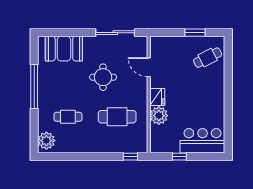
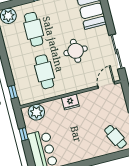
door: (149, 67) -> (106, 85), moved
plant: (159, 116) -> (36, 112), moved
cafe table: (68, 117) -> (34, 29), width x1.37, depth x1.35

